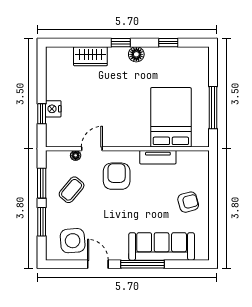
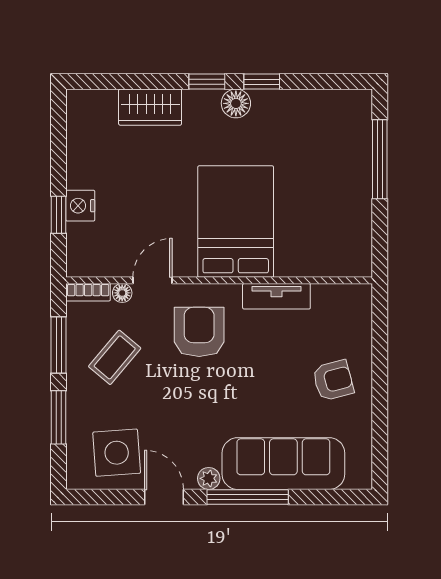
window: (168, 43) -> (262, 82), moved
window: (213, 108) -> (380, 159), moved
bed: (171, 117) -> (236, 222), moved
bookcase: (57, 155) -> (88, 292), added
plant: (122, 254) -> (209, 478), added

